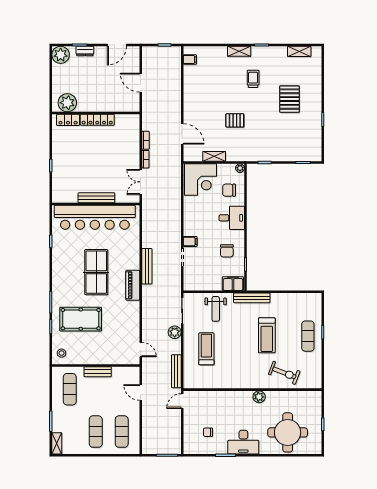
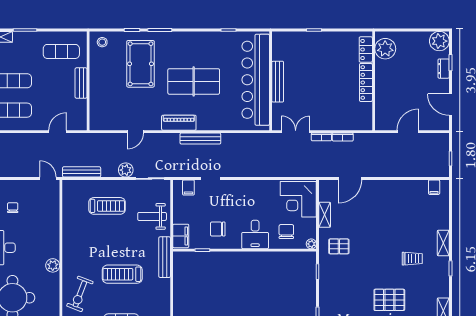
pallet: (235, 120) -> (339, 246), moved, turned 90
filing cabinet: (190, 241) -> (188, 188), moved
door: (141, 350) -> (135, 132), moved

